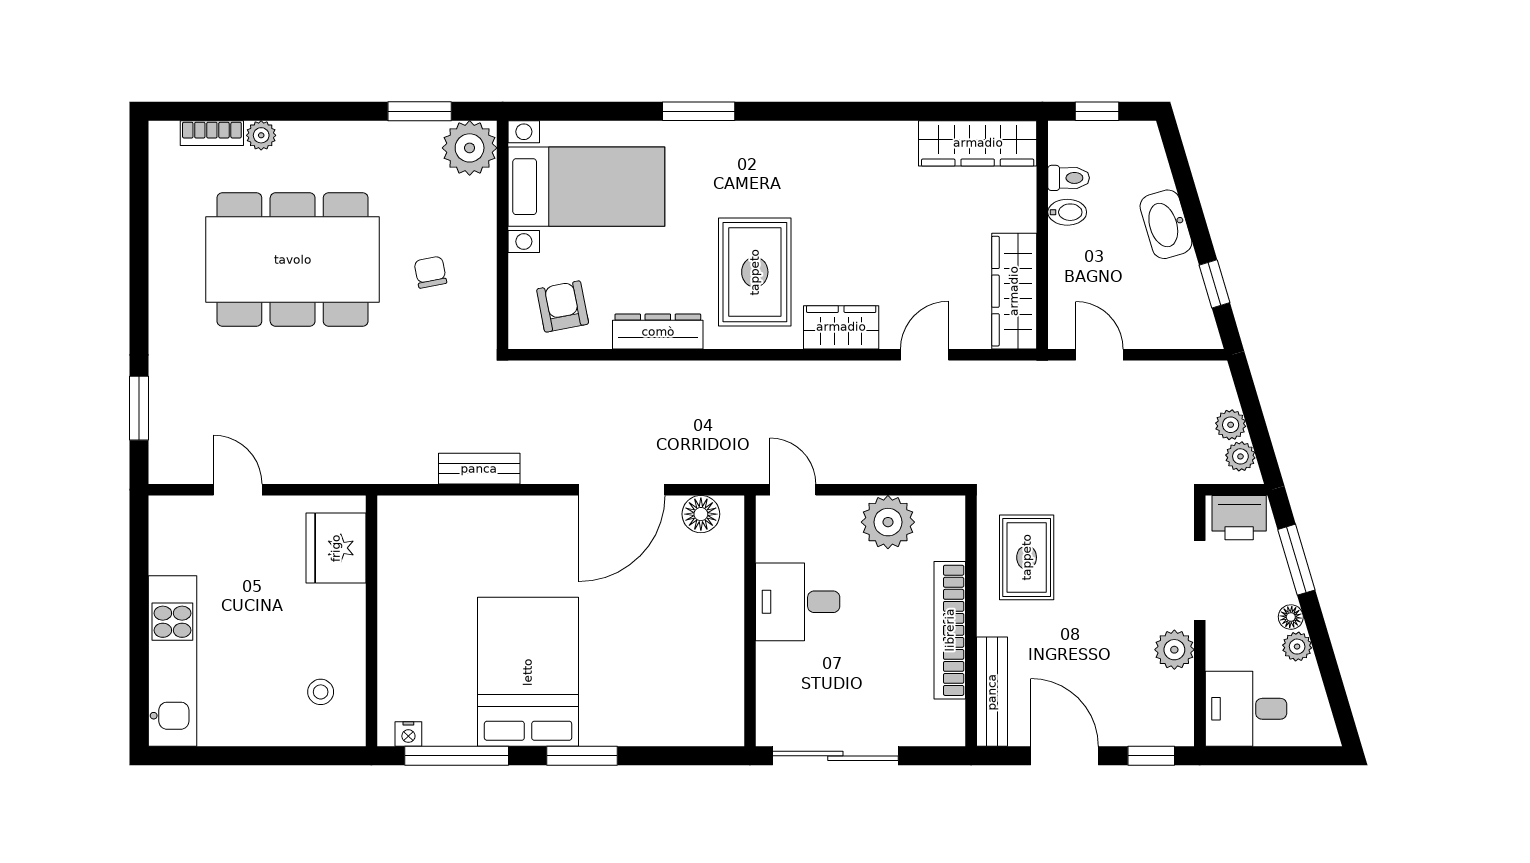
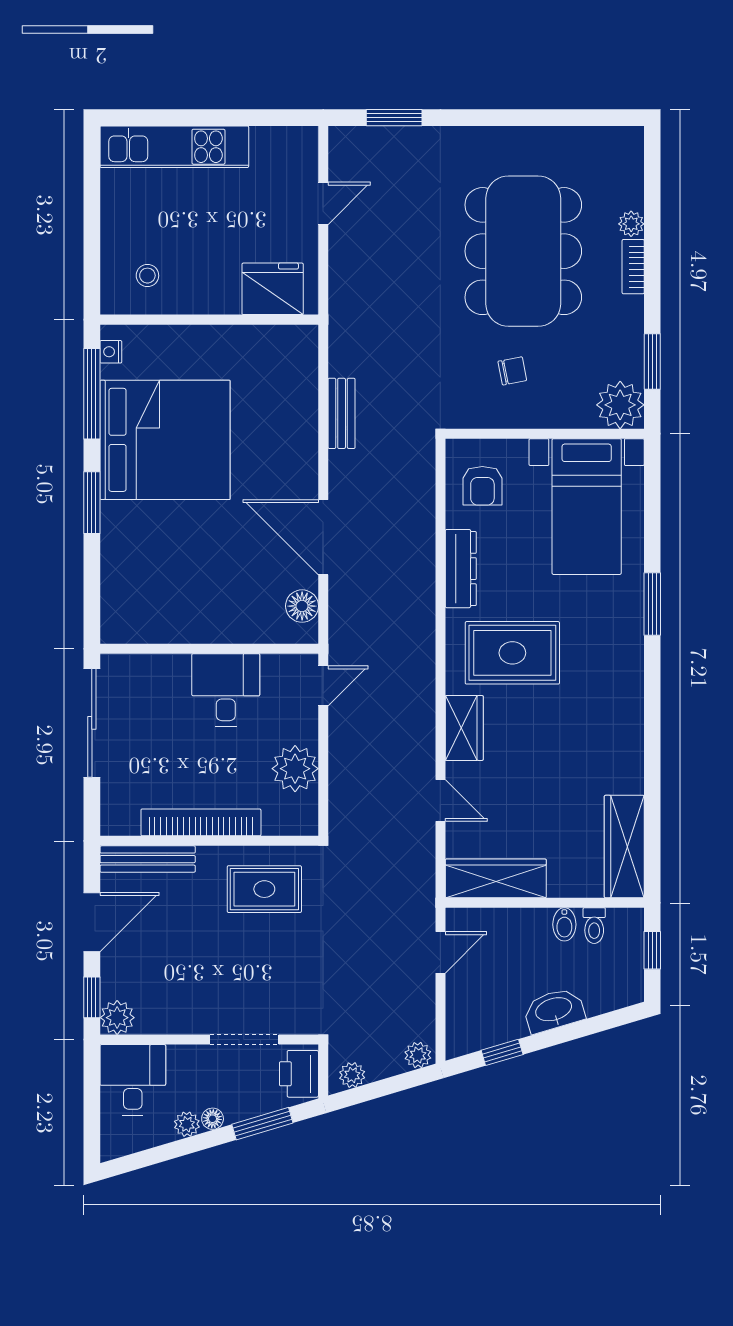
bookcase: (212, 133) -> (633, 267), moved
armchair: (563, 306) -> (482, 486), turned 101
plant: (1231, 425) -> (418, 1055), moved
plant: (1174, 650) -> (117, 1018), moved
bed: (528, 672) -> (165, 440), width x1.36

